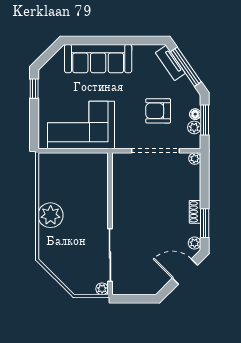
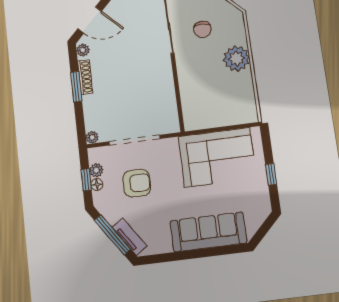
window: (34, 89) -> (271, 174), moved
window: (205, 120) -> (86, 180), width x0.67
shoe rack: (195, 212) -> (85, 77), width x1.43
window: (205, 223) -> (76, 87), moved
chair: (79, 248) -> (202, 29), added

